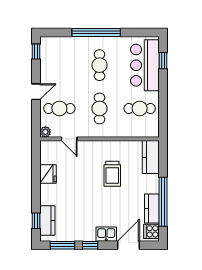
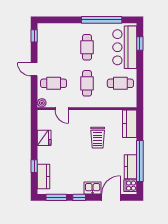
window: (96, 32) -> (102, 20), moved
door: (36, 92) -> (34, 69), swing flipped
window: (36, 221) -> (34, 166), moved

